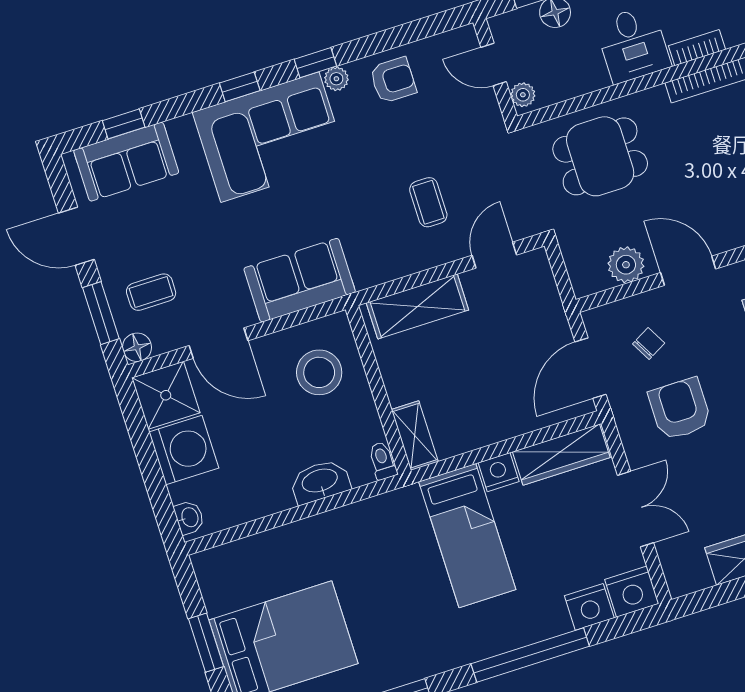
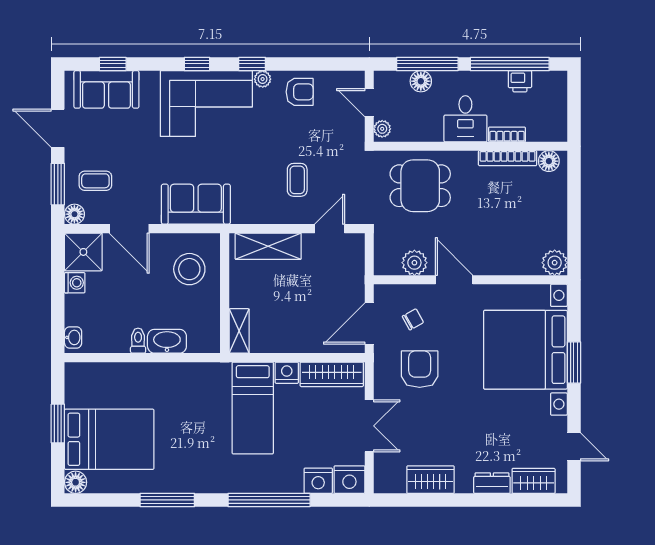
washing machine: (184, 450) -> (75, 283), width x0.53, depth x0.53
toilet: (383, 461) -> (138, 341), moved

